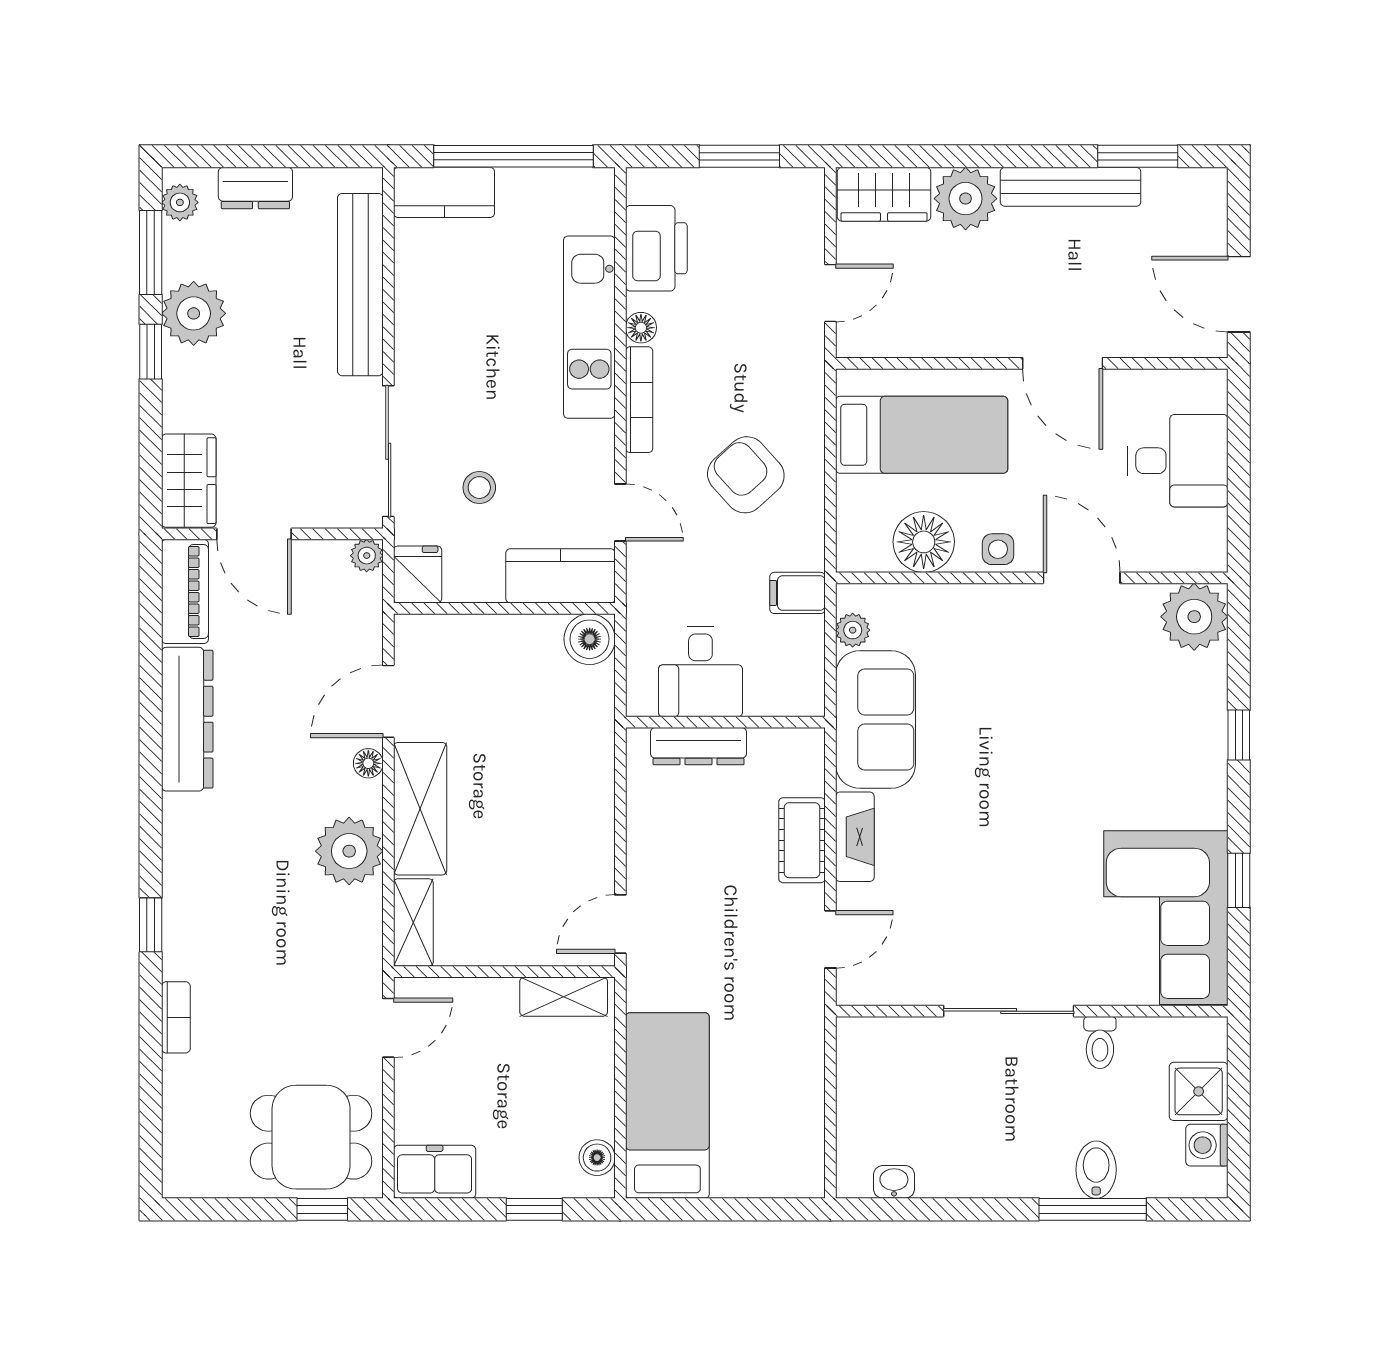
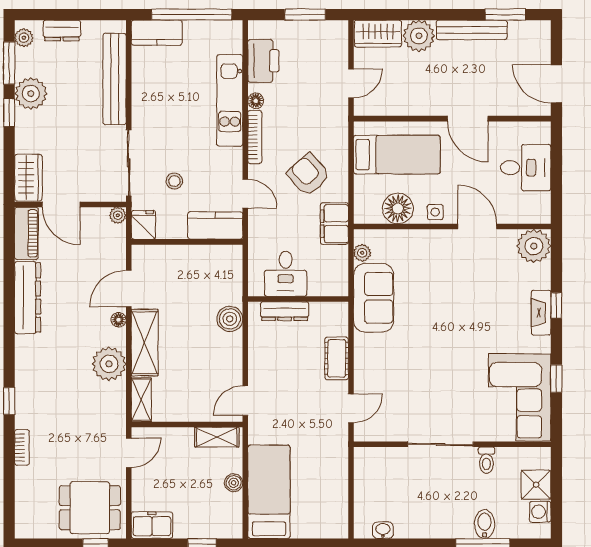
filing cabinet: (797, 593) -> (334, 224), width x2.00
boiler: (590, 639) -> (230, 319), moved
fireplace: (855, 837) -> (541, 313), moved, turned 180
boiler: (597, 1158) -> (234, 483), moved

